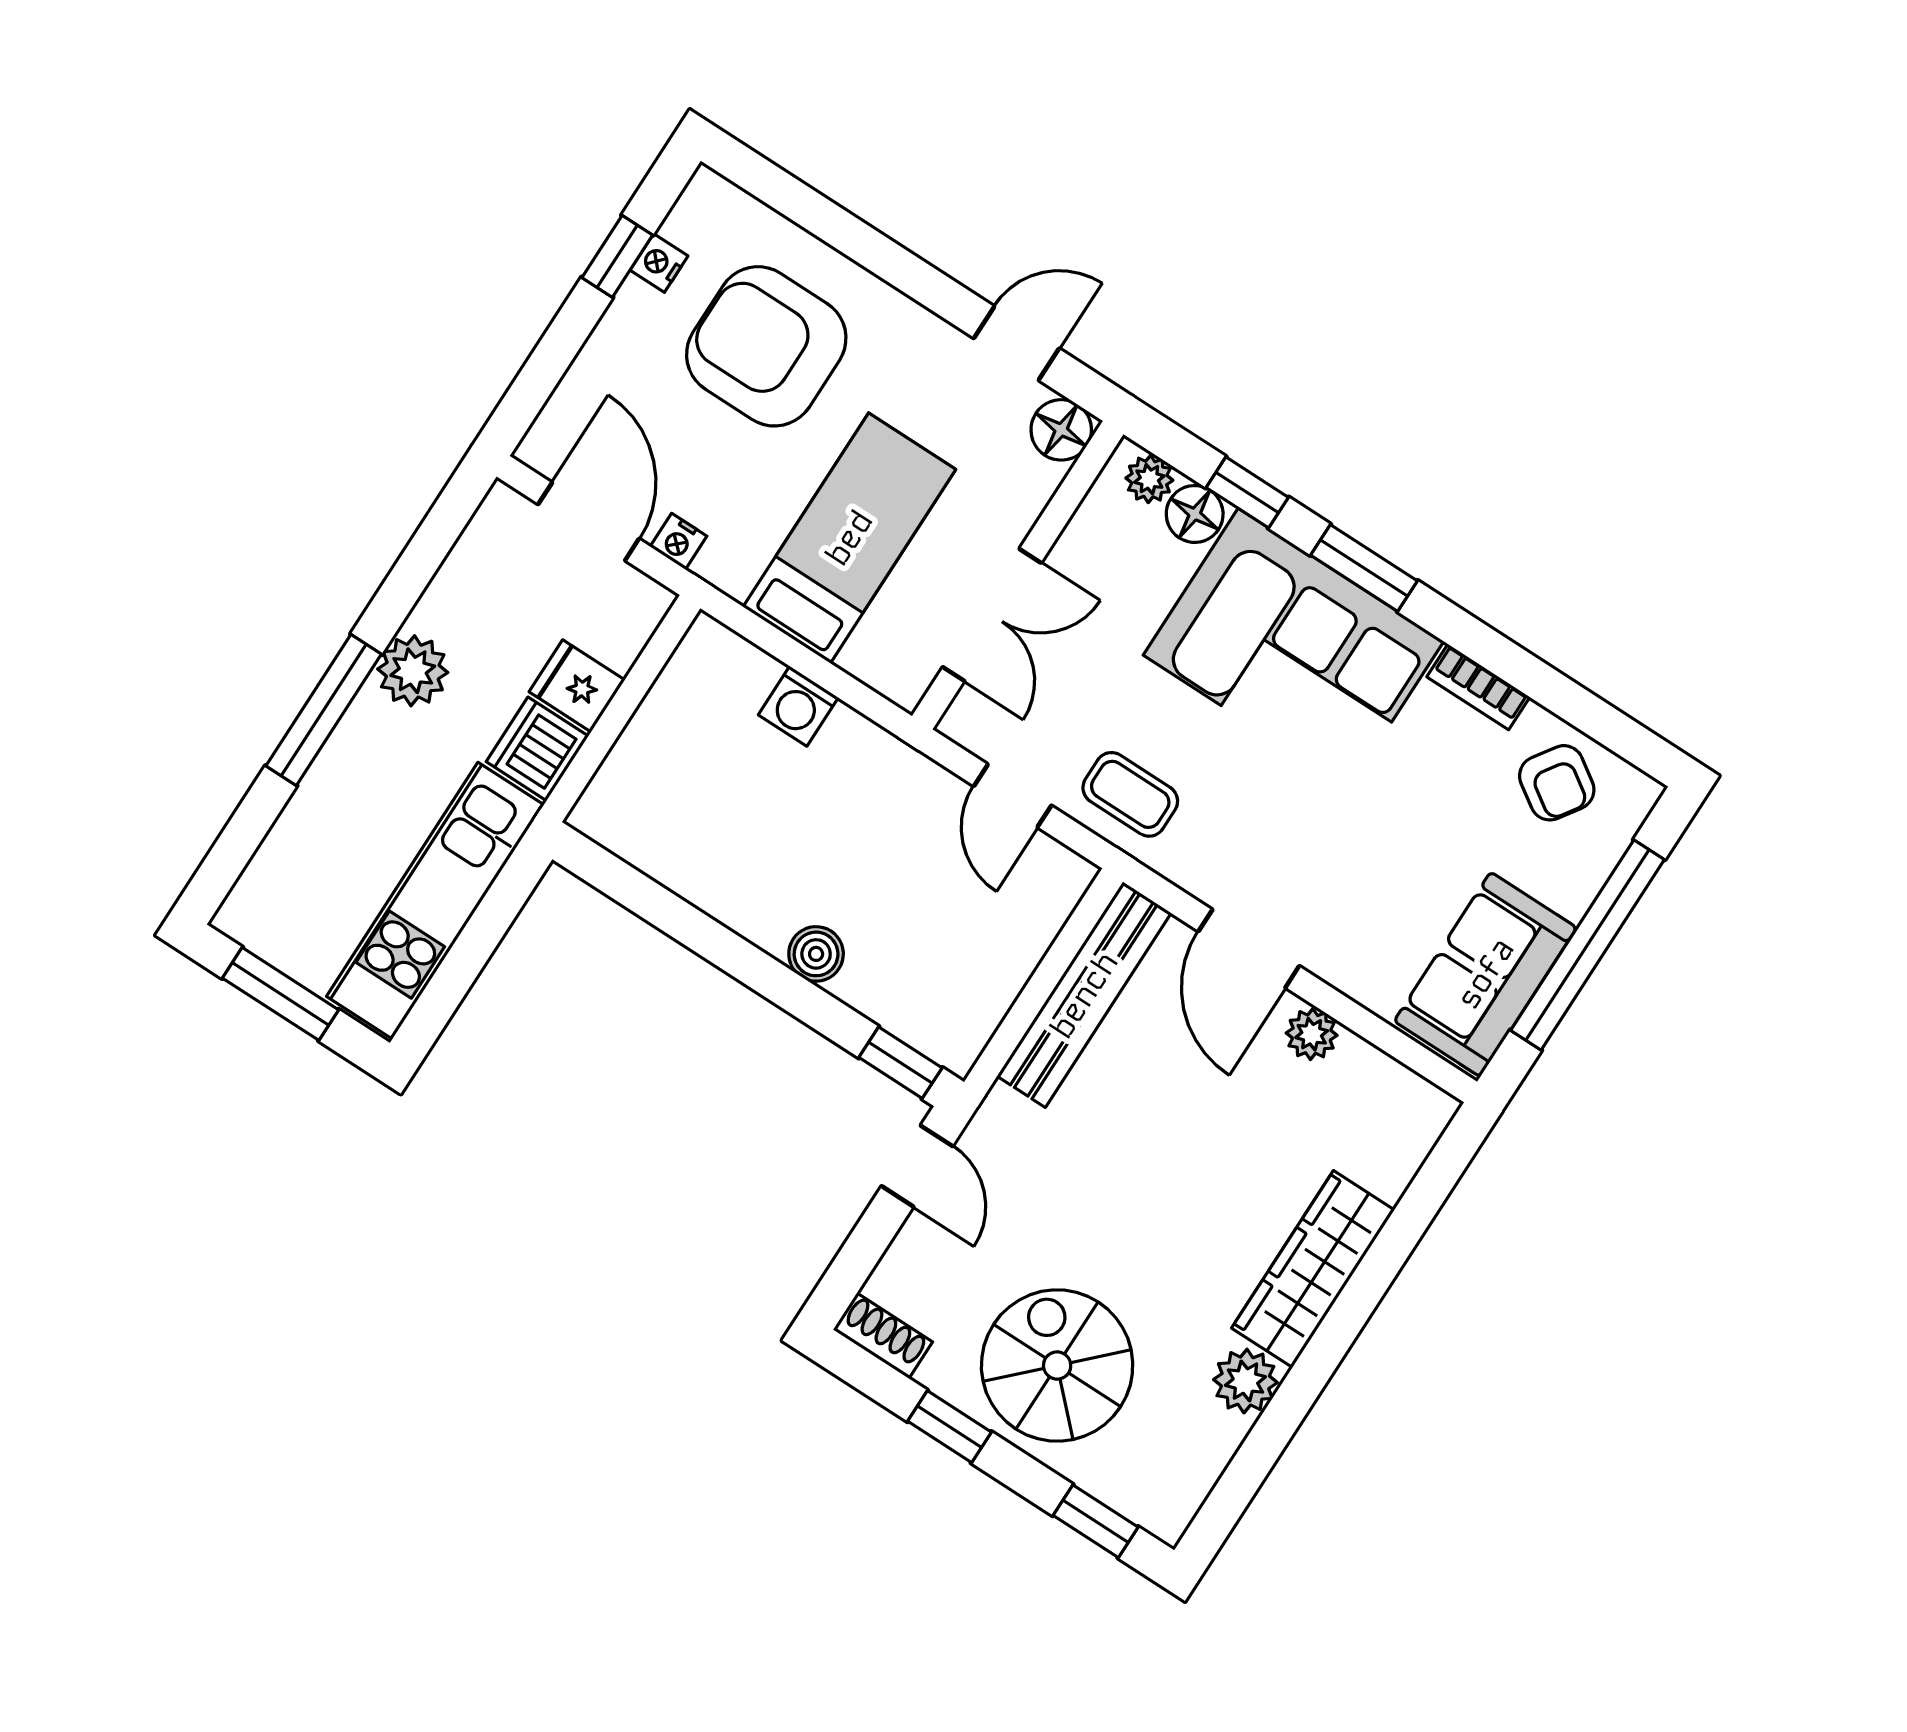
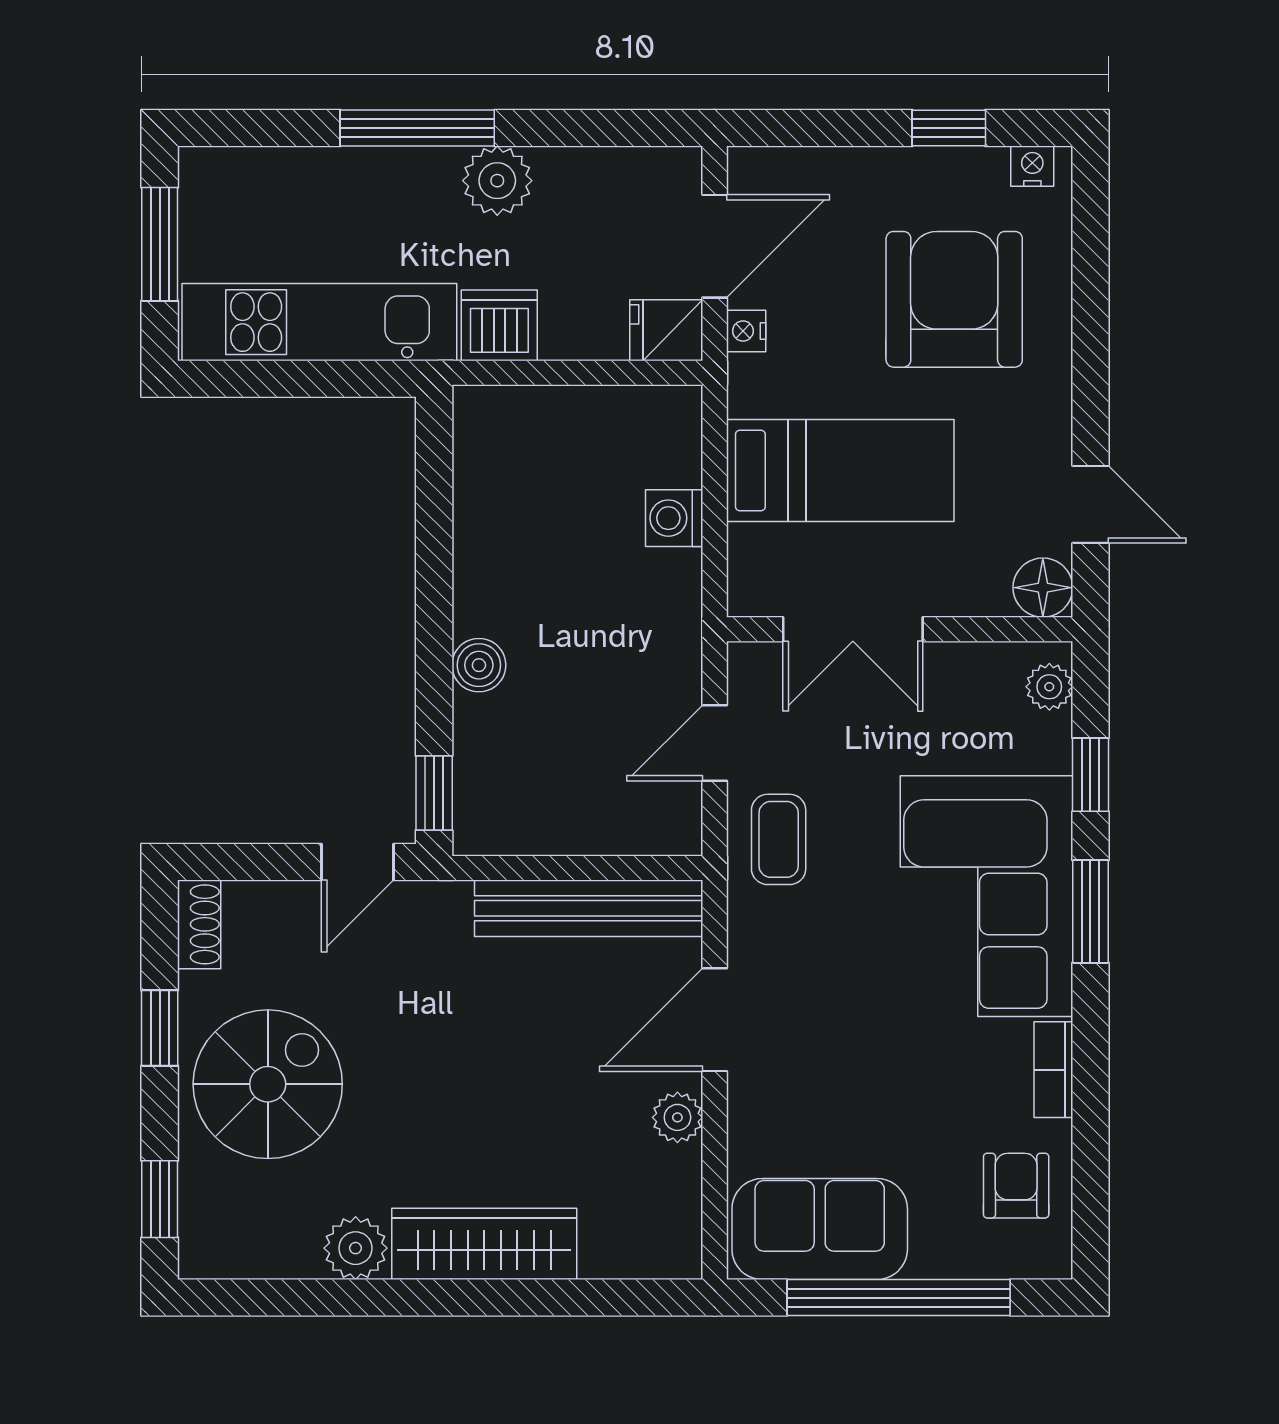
nightstand: (659, 263) -> (1032, 166), moved
floor lamp: (1195, 514) -> (1045, 743), removed
fridge: (577, 686) -> (666, 330), moved, turned -90
armchair: (1557, 783) -> (1016, 1186), turned 146

